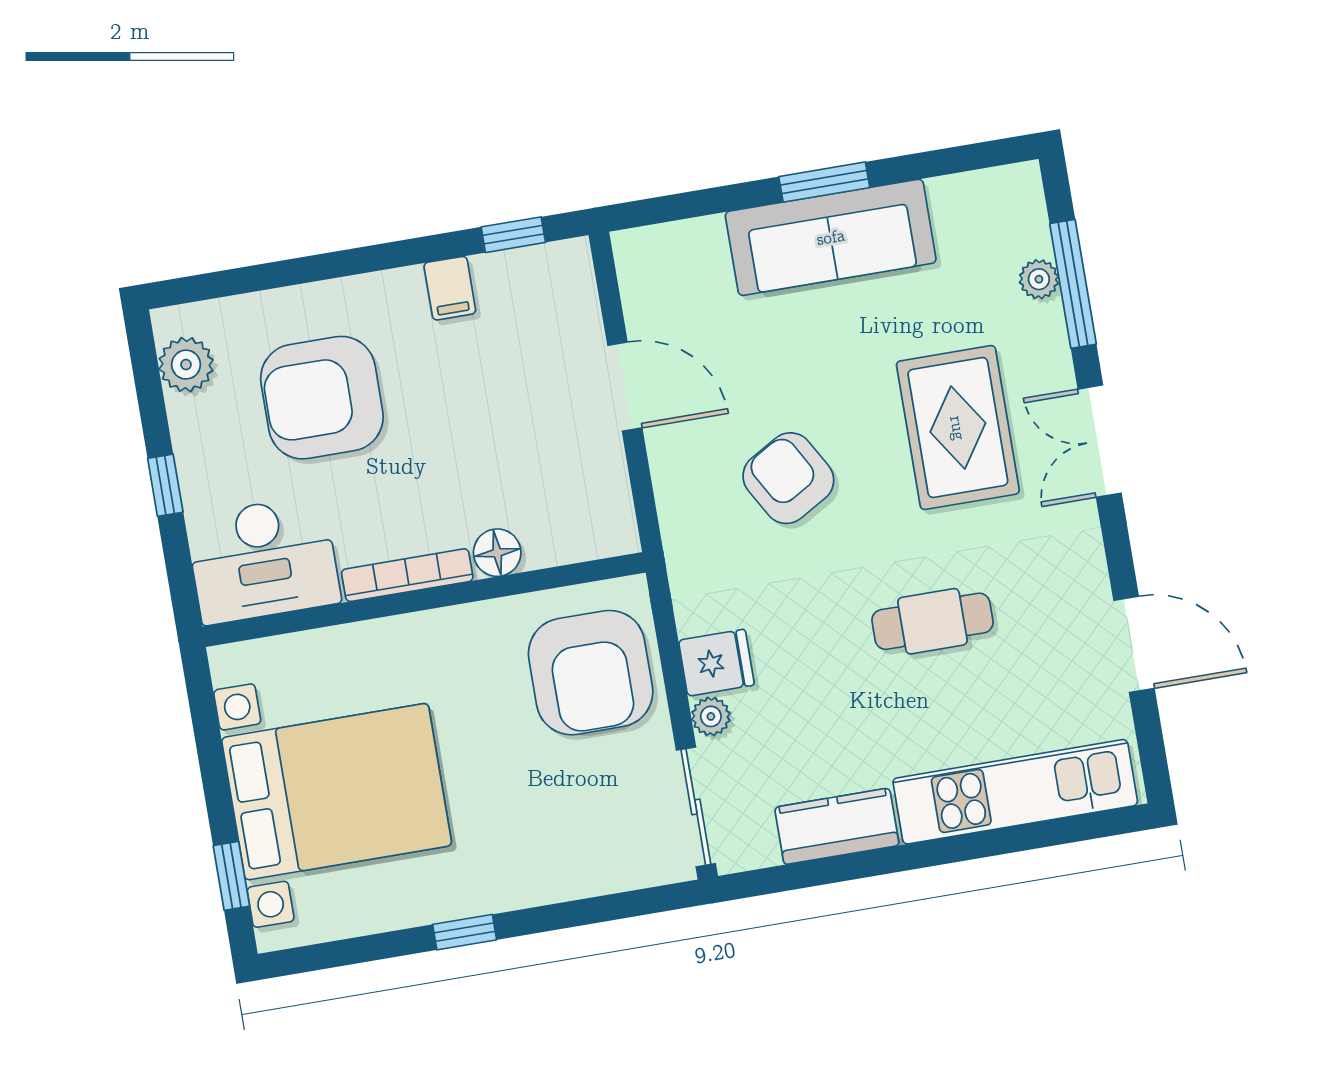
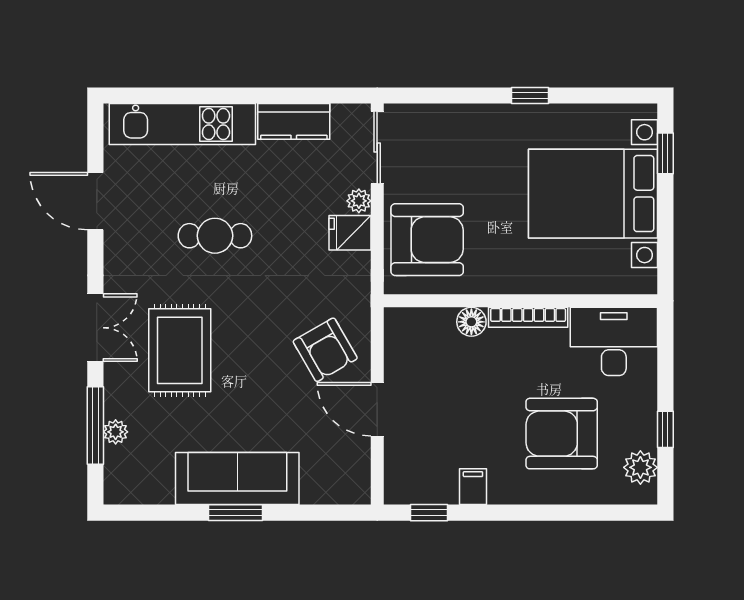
armchair: (322, 398) -> (562, 434), turned 180
armchair: (788, 478) -> (325, 350), moved
window: (165, 485) -> (665, 429), moved
armchair: (591, 673) -> (427, 240), turned 90

